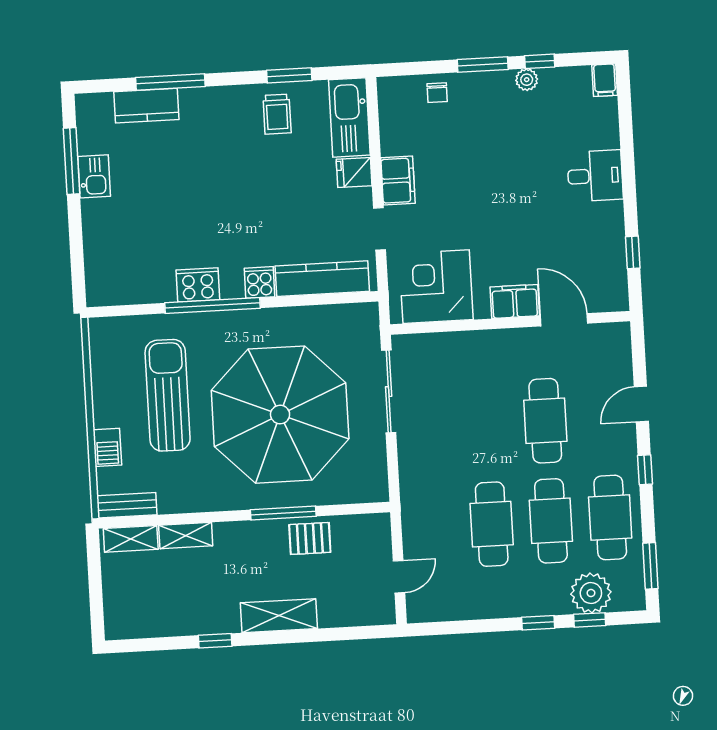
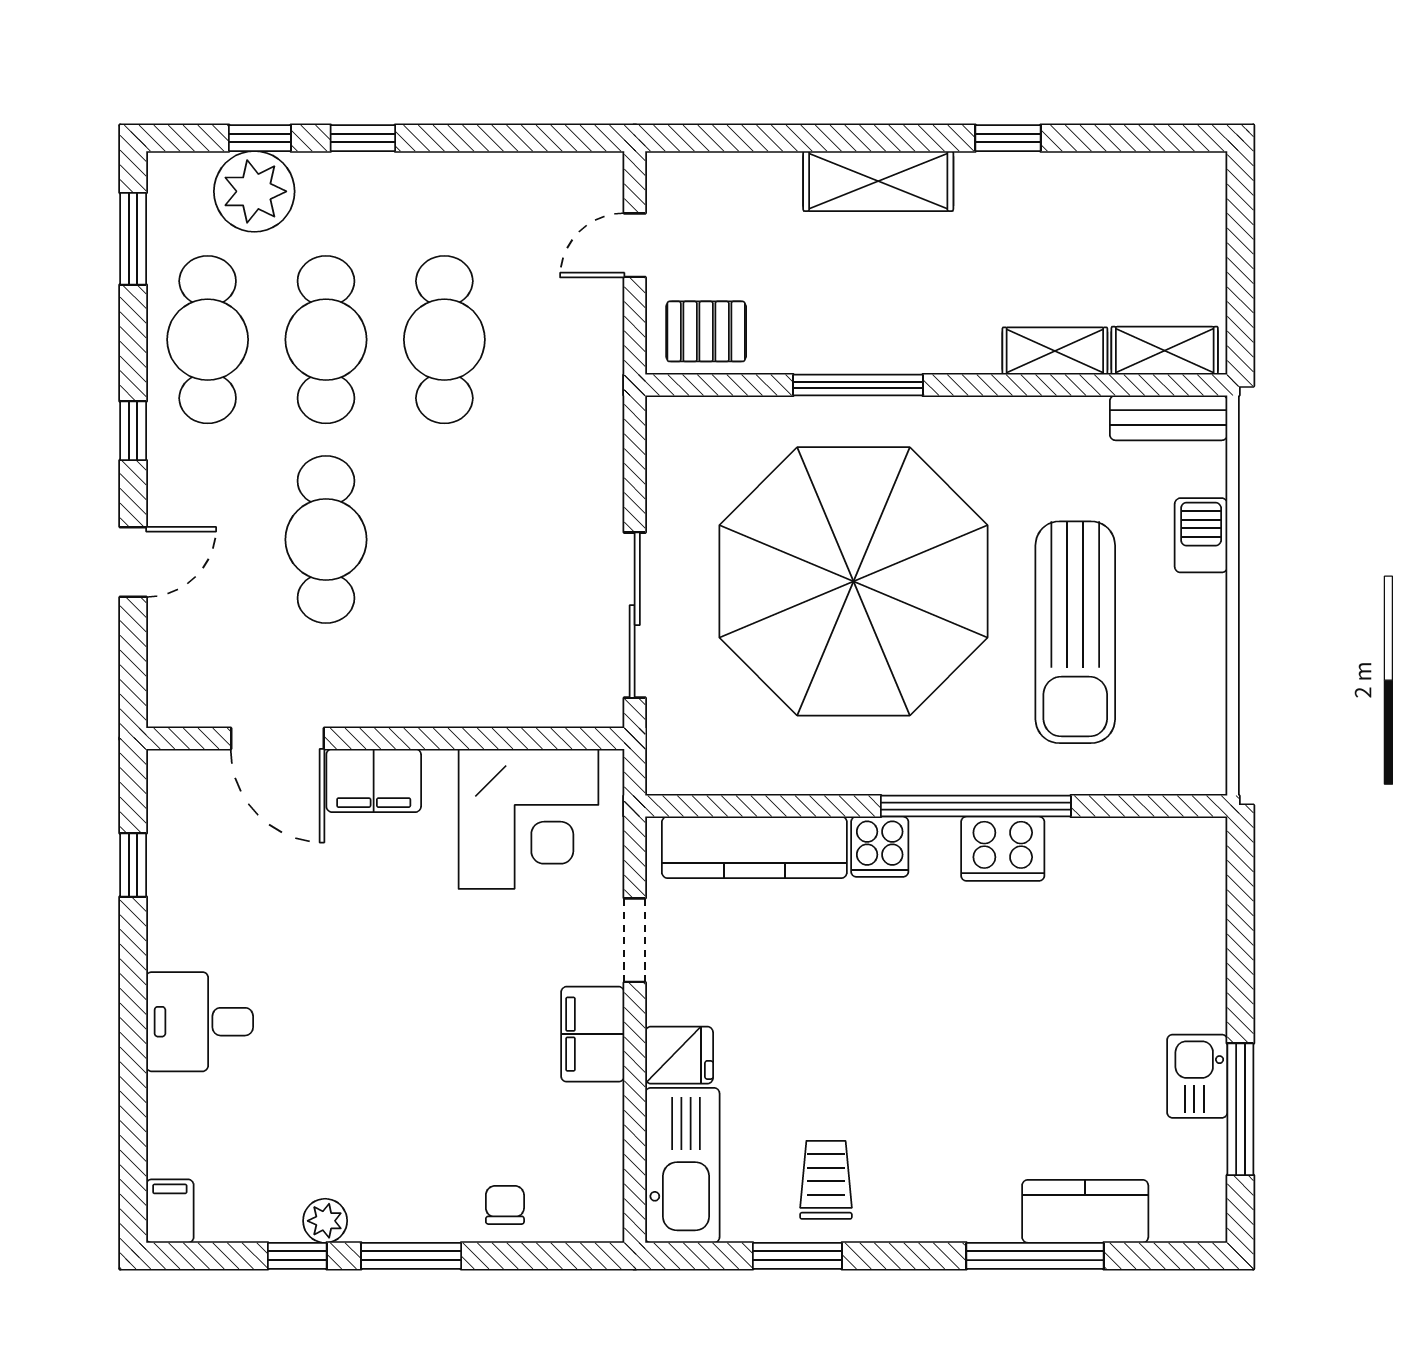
pallet: (310, 538) -> (706, 331), moved

